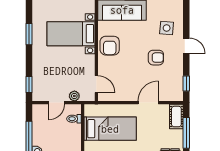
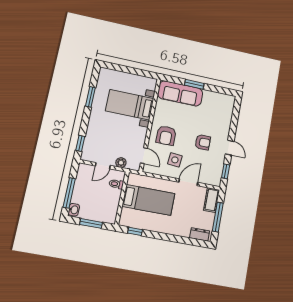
side table: (167, 28) -> (175, 160), moved
armchair: (110, 46) -> (166, 135), moved
door: (186, 46) -> (230, 148), moved

